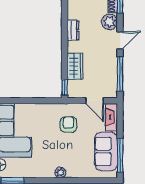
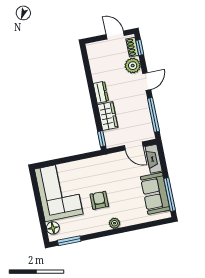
dresser: (73, 30) -> (101, 92), moved
armchair: (68, 124) -> (99, 200), moved

